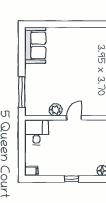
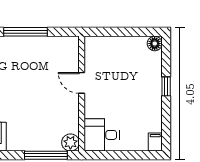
plant: (56, 110) -> (70, 143), moved

